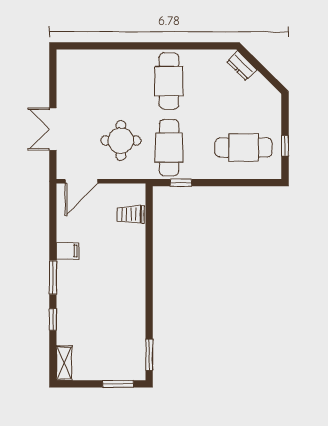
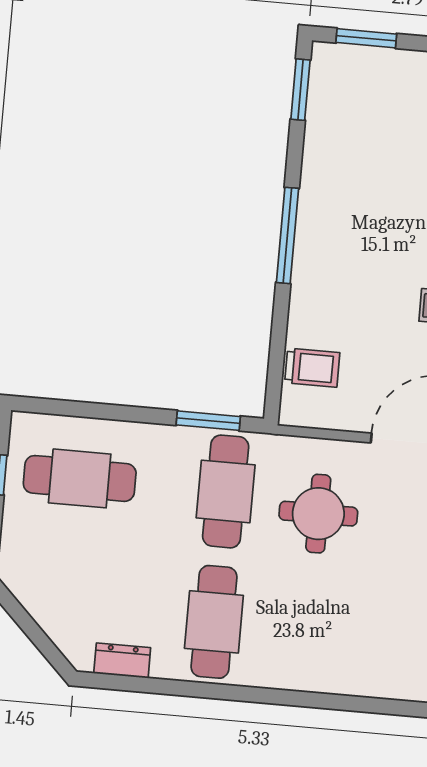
dresser: (242, 66) -> (122, 661), moved, turned -45
window: (181, 183) -> (208, 421), width x1.50
window: (149, 280) -> (287, 235), added

